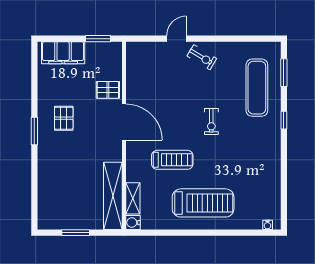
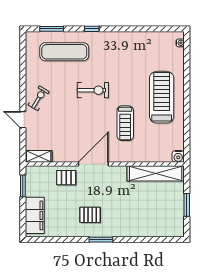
pallet: (108, 90) -> (66, 178), turned 90
exercise bike: (211, 122) -> (93, 90), width x1.38, depth x1.39
treadmill: (172, 160) -> (125, 123), turned 180
shelving: (133, 198) -> (39, 156), moved

